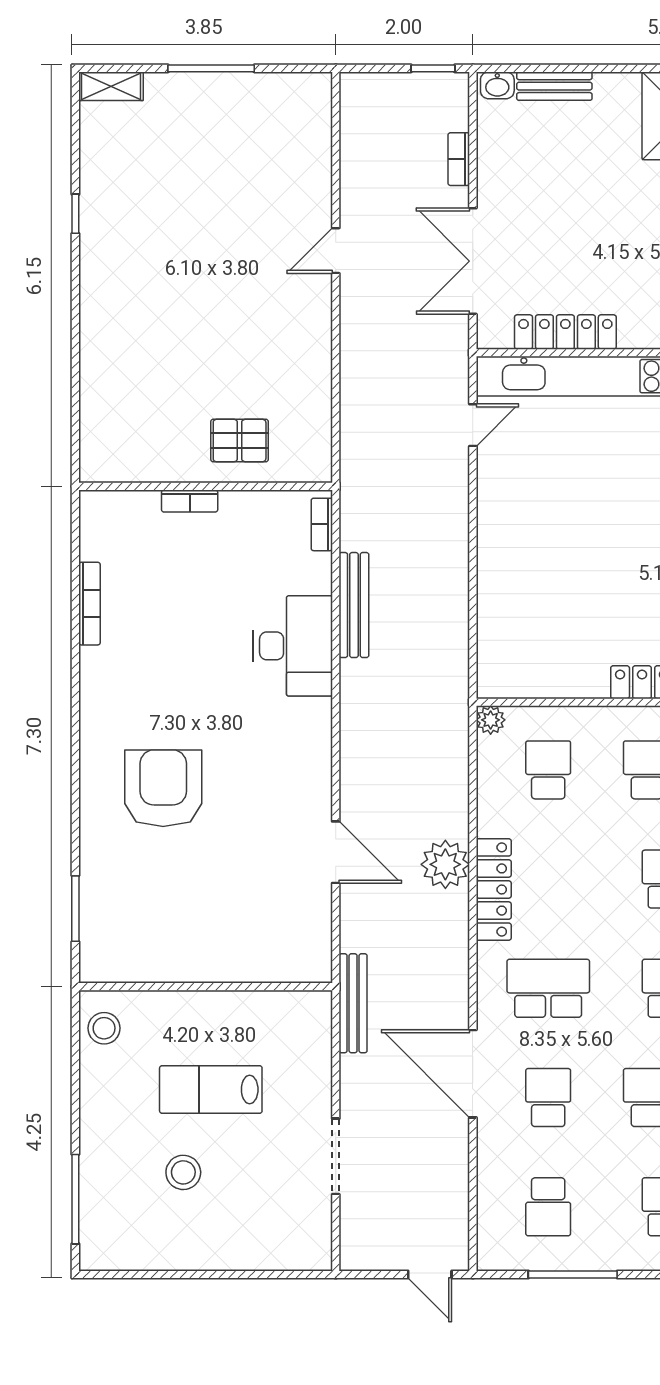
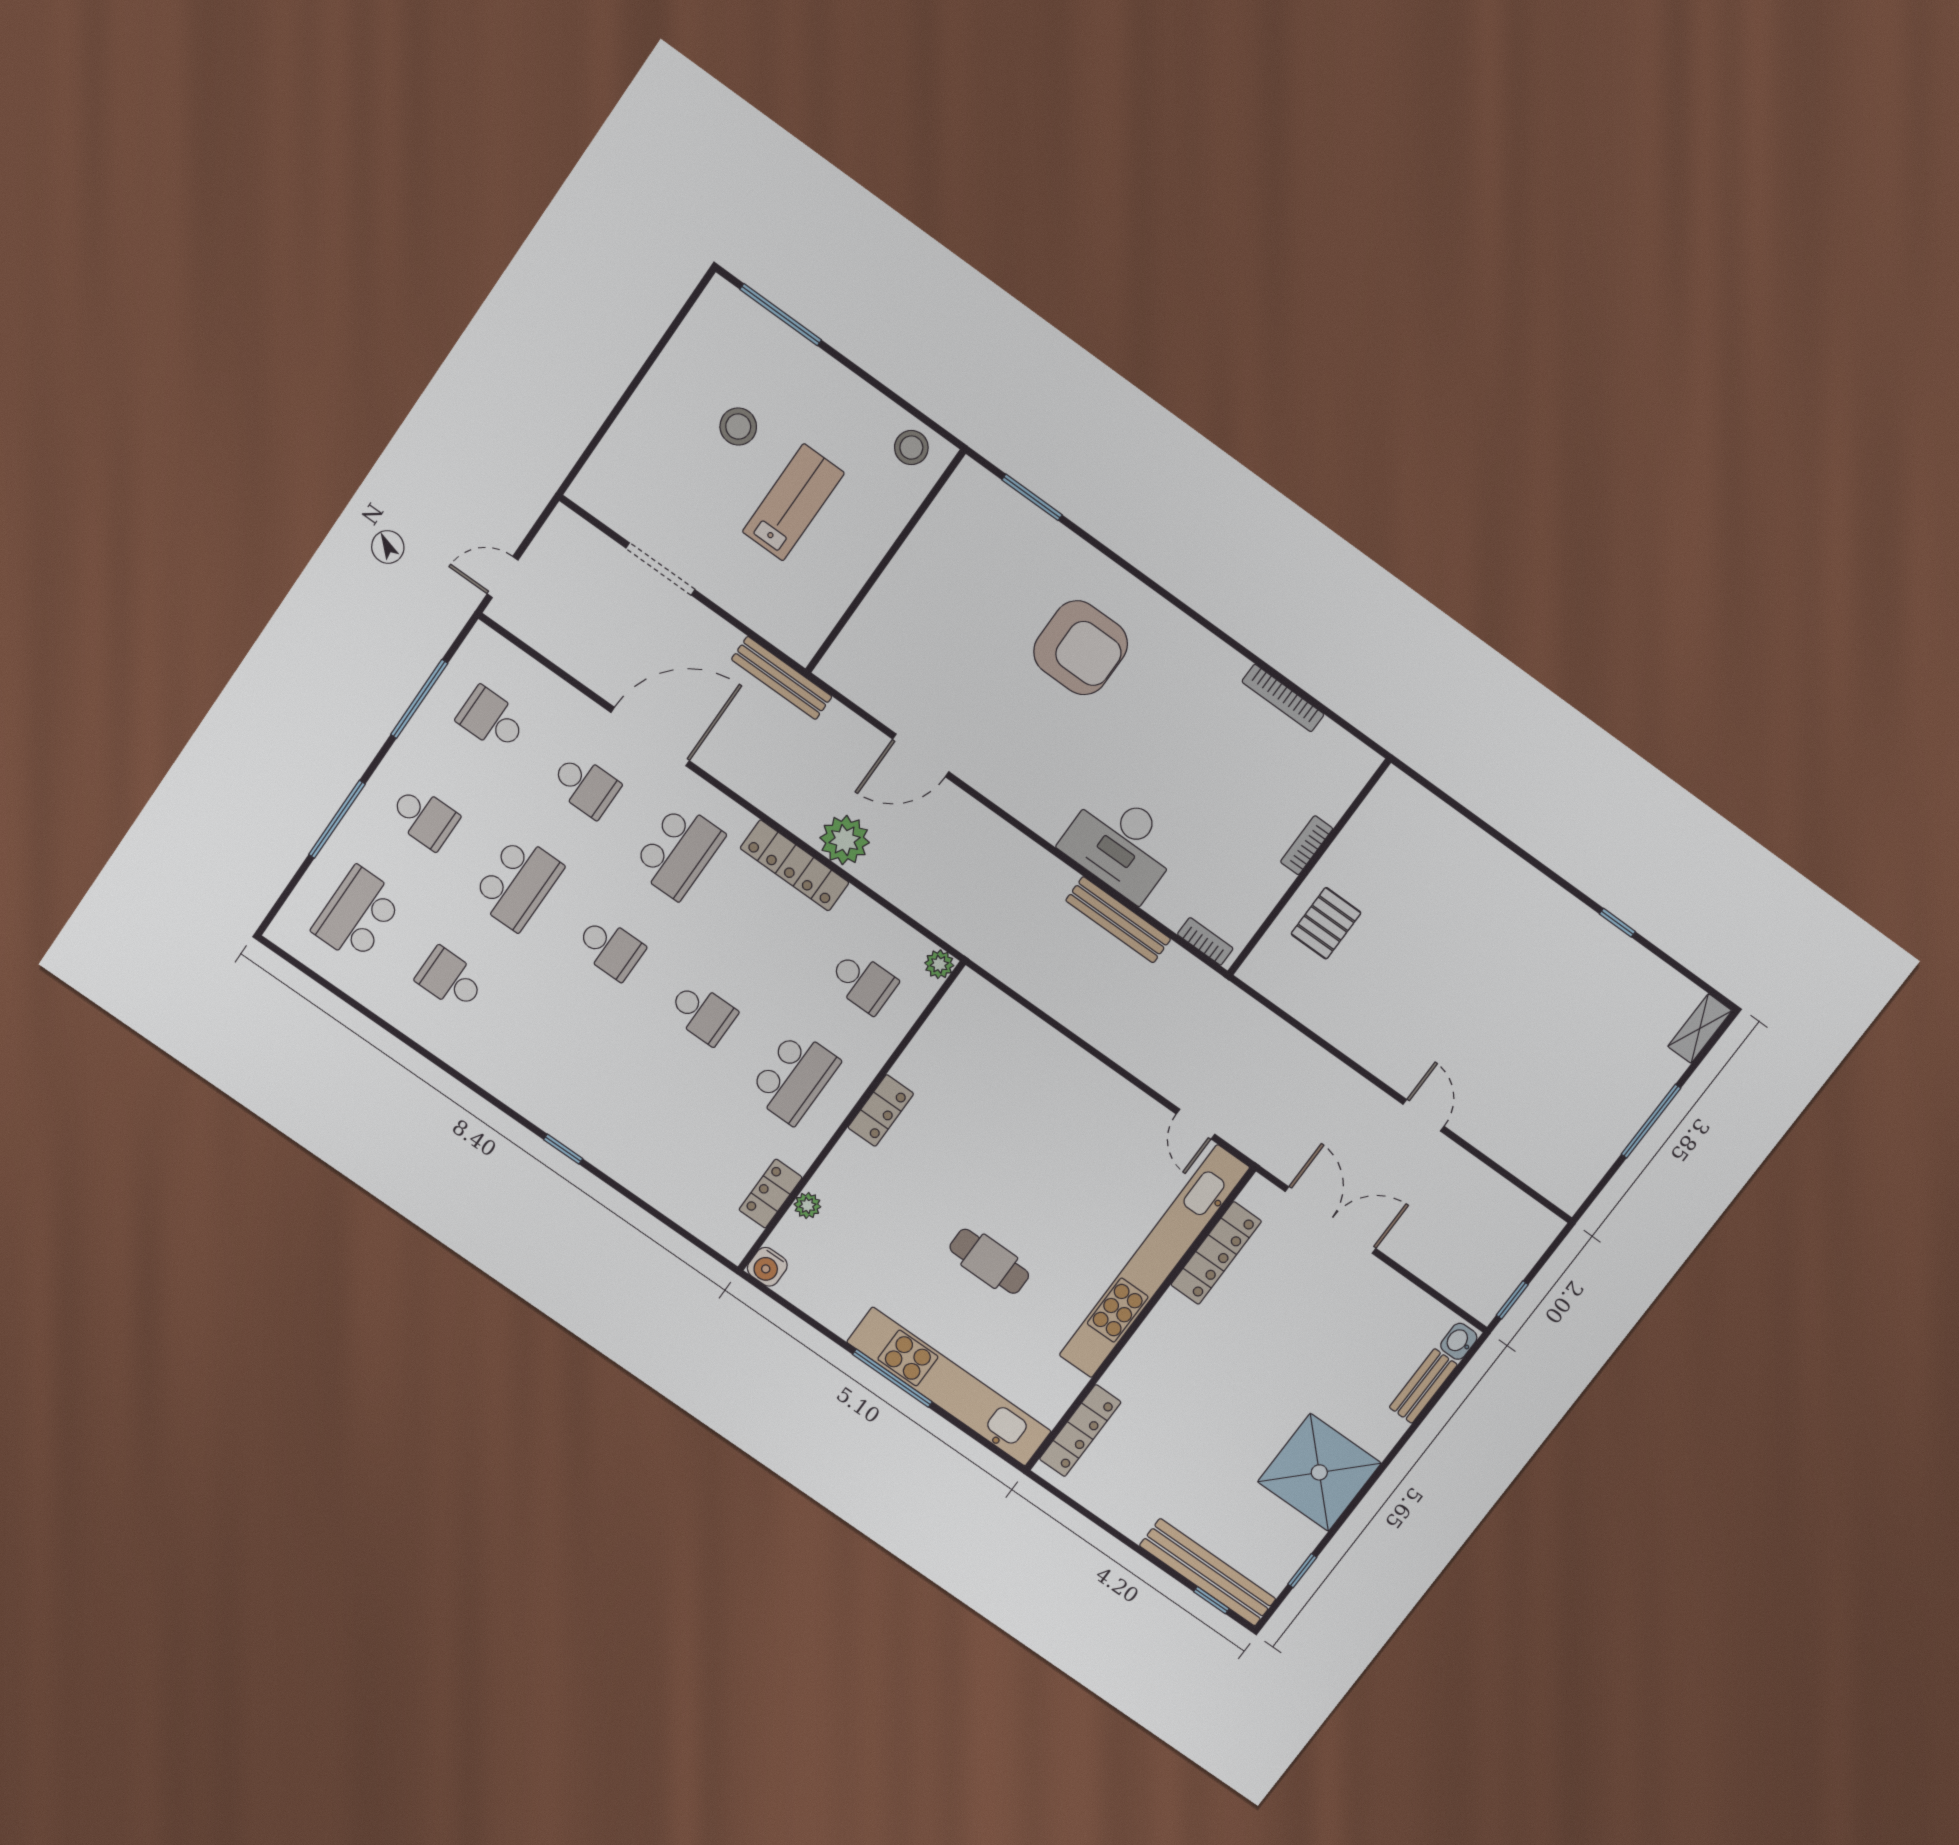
bookcase: (459, 159) -> (1422, 1268), removed

